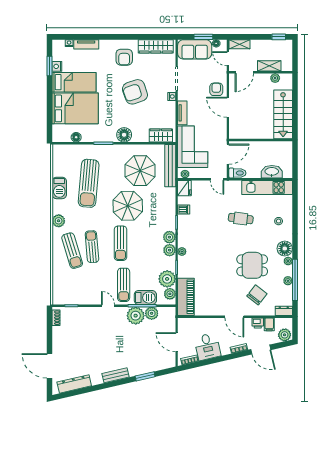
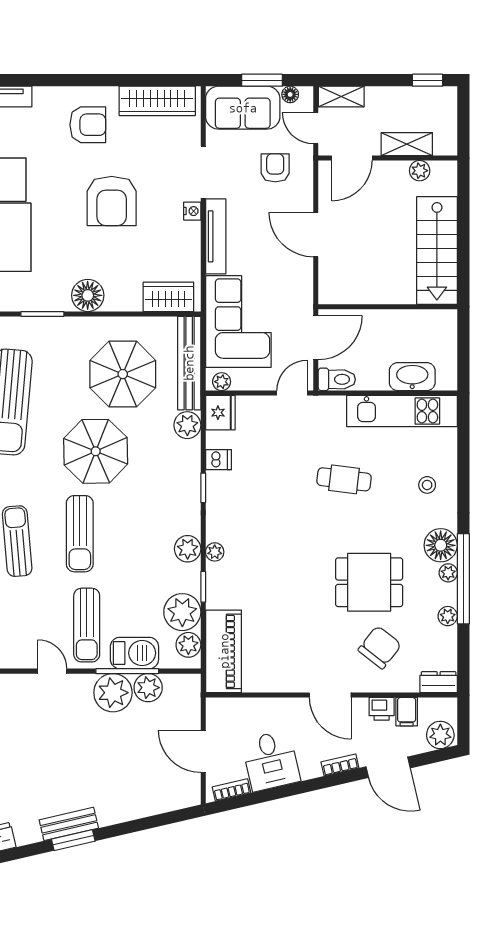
armchair: (124, 57) -> (88, 125), turned -90
armchair: (216, 89) -> (275, 168), moved
armchair: (135, 92) -> (112, 201), turned -71
tv unit: (182, 113) -> (216, 236), width x1.41
door: (217, 179) -> (292, 393), swing flipped
plant: (169, 237) -> (187, 425), moved
window: (295, 280) -> (463, 579), moved
window: (145, 376) -> (73, 840), moved

